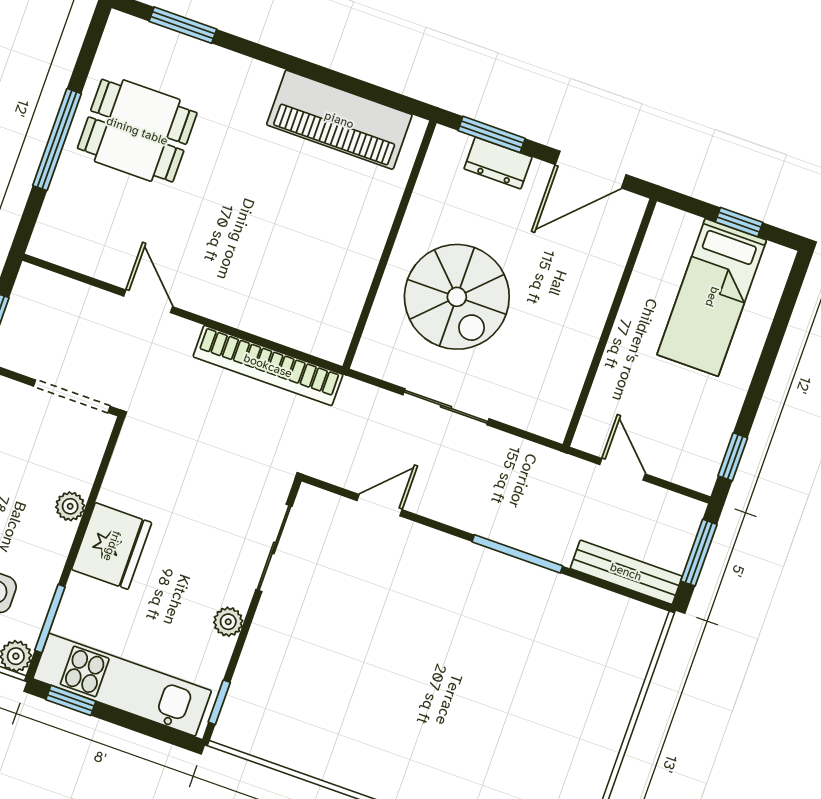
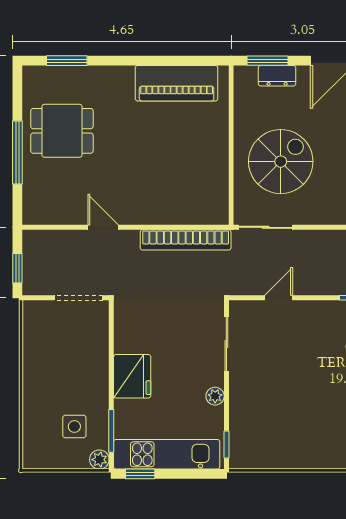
spiral stairs: (457, 297) -> (281, 162), turned -90
sliding door: (446, 407) -> (266, 227), moved
plant: (70, 506) -> (100, 362), removed

